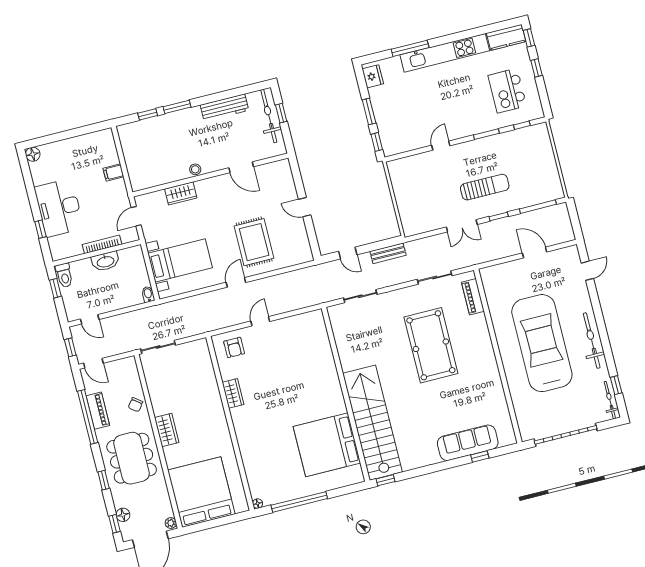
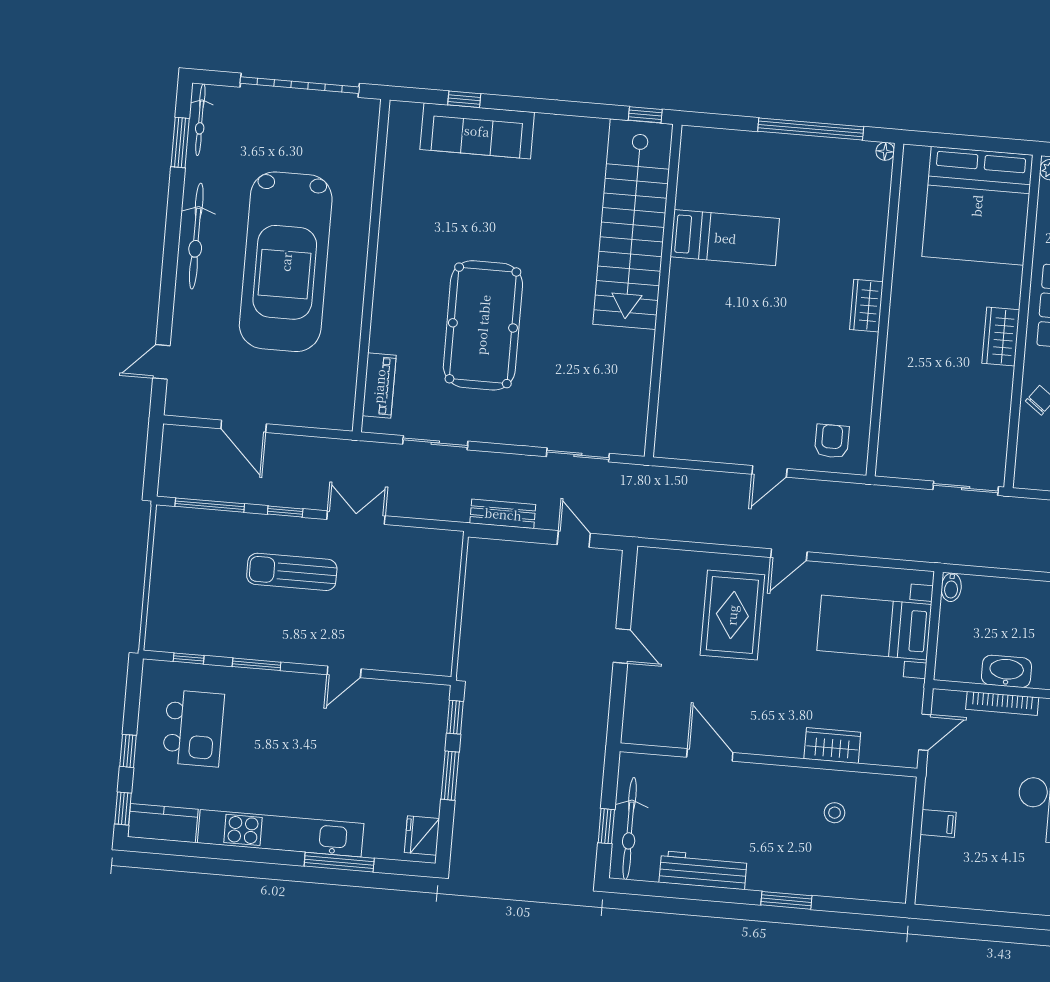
window: (148, 114) -> (843, 905), removed
stool: (195, 169) -> (835, 813), moved
window: (616, 385) -> (180, 143), width x1.50
wardrobe: (233, 393) -> (866, 306), moved
bed: (327, 445) -> (725, 238), width x0.49

